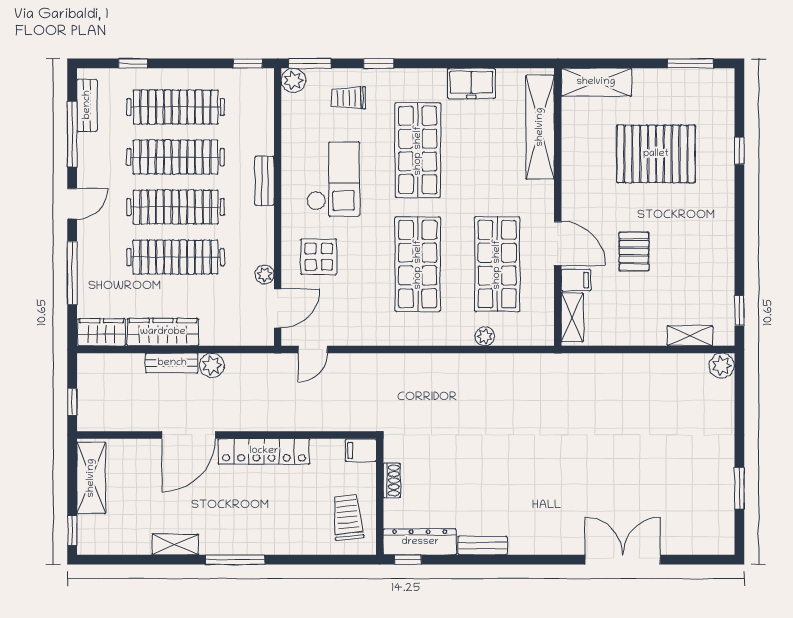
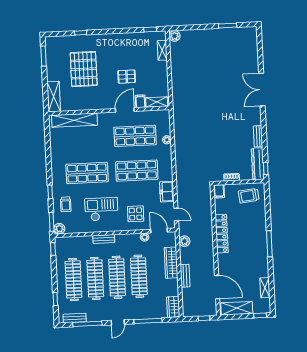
freezer: (471, 83) -> (167, 192), moved, turned 180
door: (72, 204) -> (118, 322), swing flipped
wardrobe: (163, 332) -> (171, 263), moved
plant: (212, 365) -> (184, 241), moved
door: (189, 435) -> (217, 287), moved
shelving: (175, 544) -> (265, 288), moved
double door: (623, 560) -> (262, 90), moved

